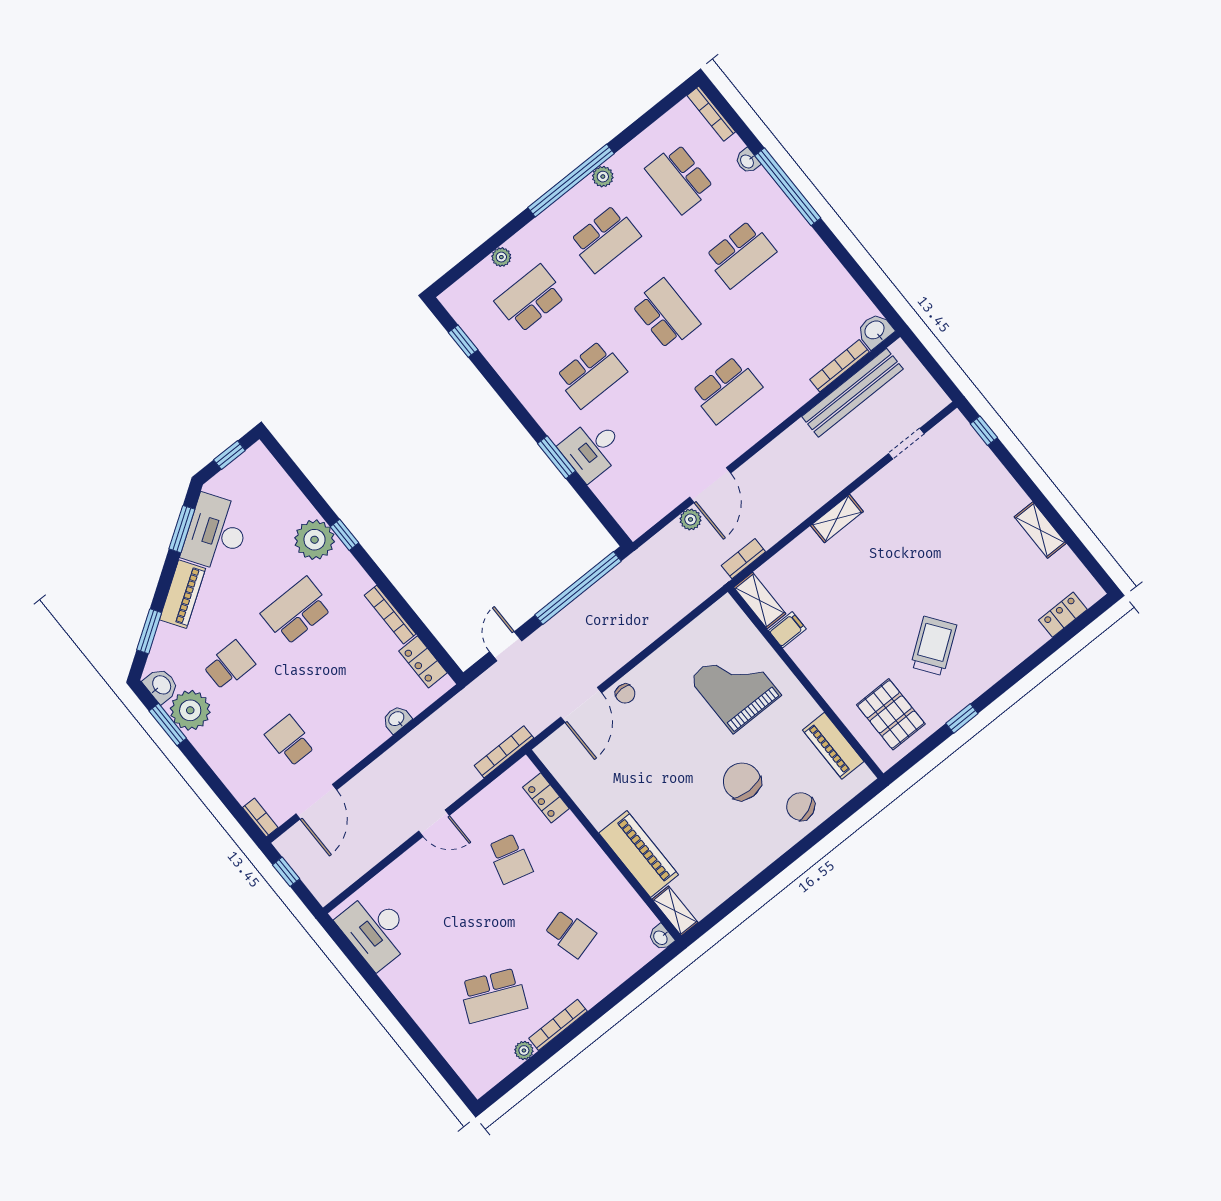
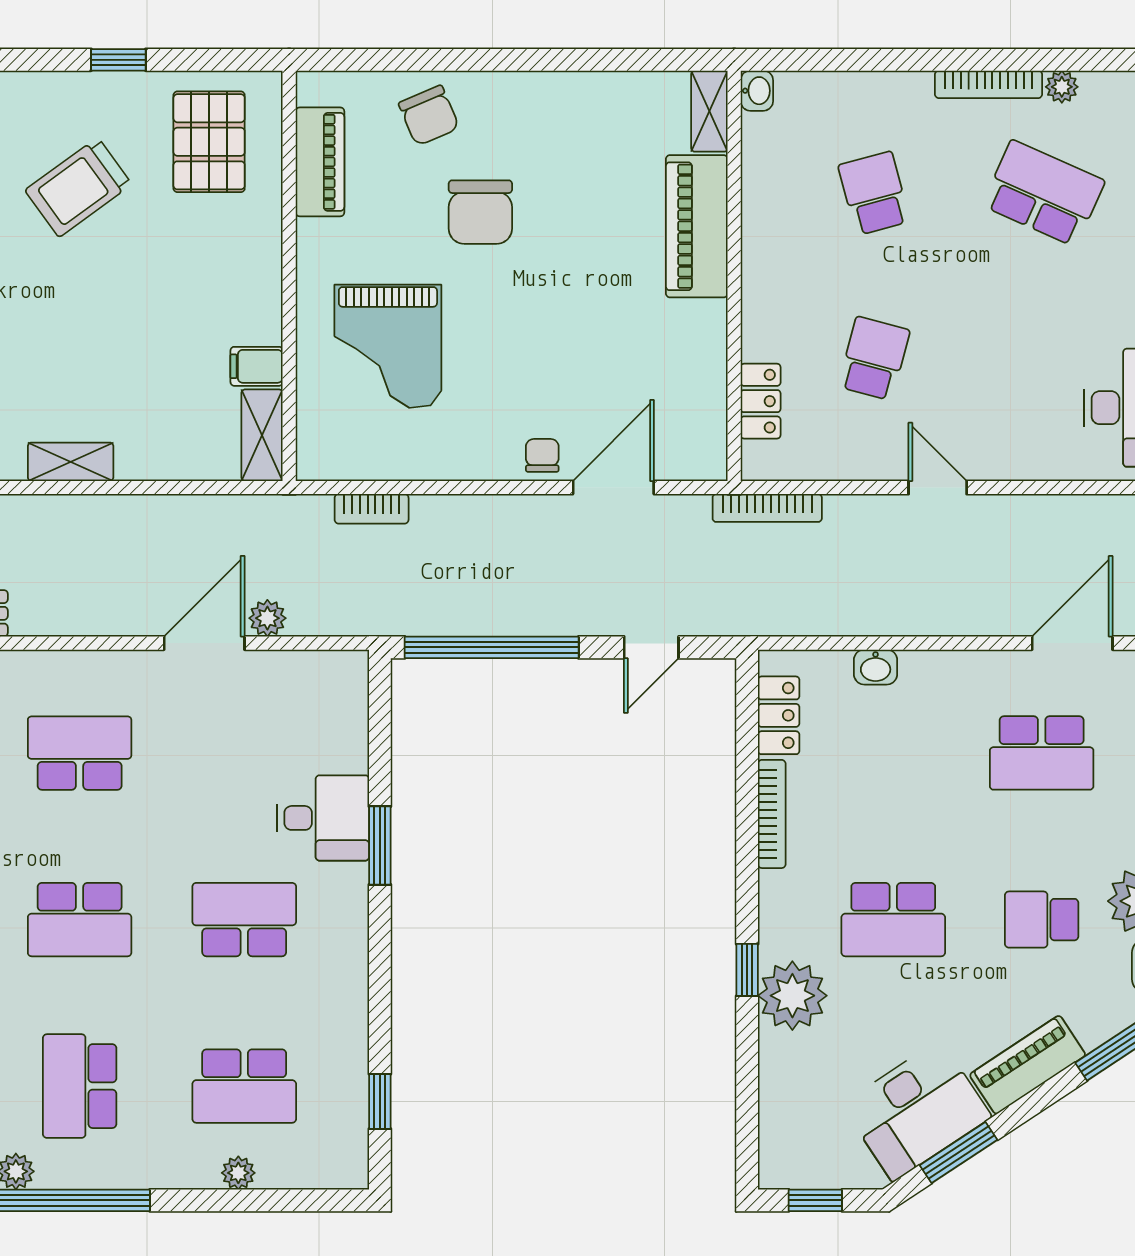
school desk: (605, 239) -> (80, 1086), turned -90
school desk: (666, 314) -> (80, 920), turned -90
bookcase: (743, 559) -> (372, 509), moved
school desk: (290, 741) -> (1042, 753), width x1.85

